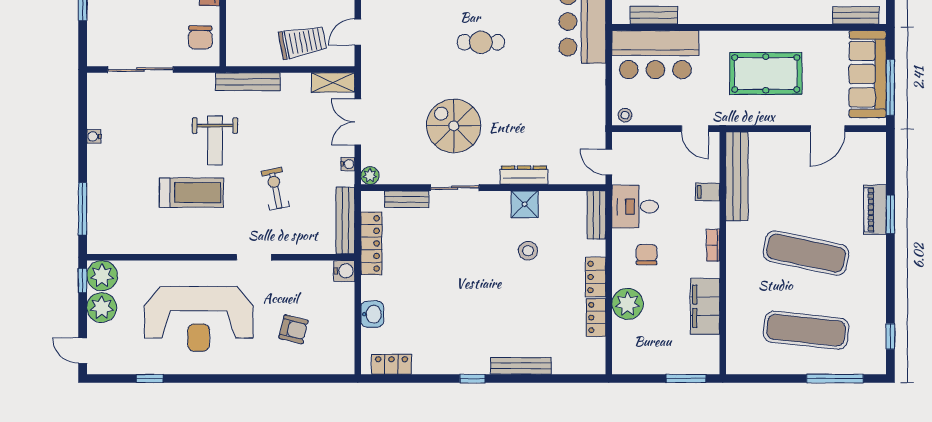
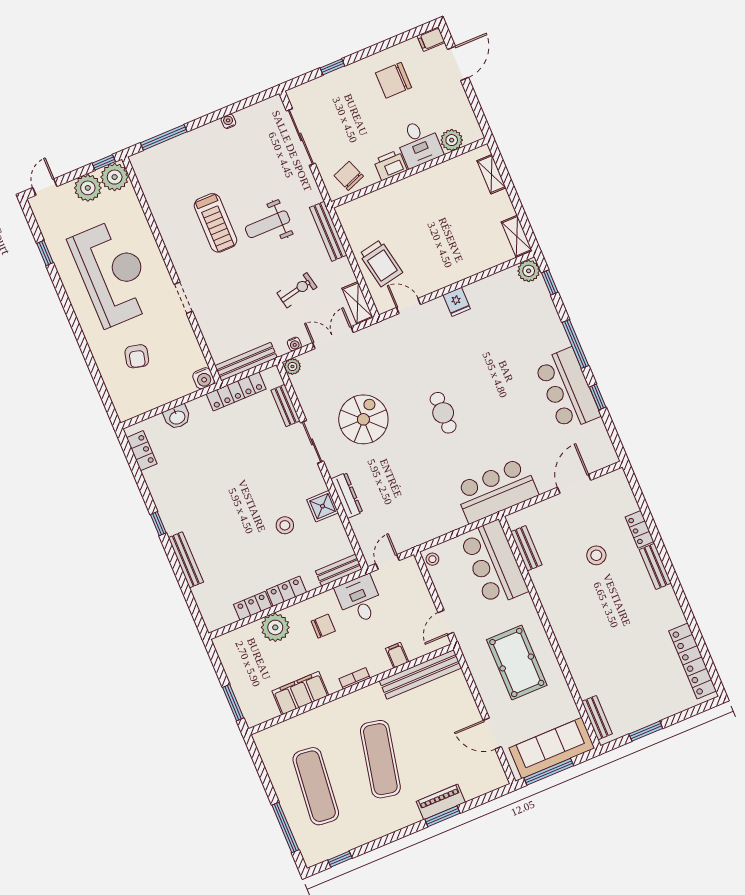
chair: (200, 37) -> (349, 176), turned 69
exercise bike: (275, 189) -> (297, 290), moved
reception desk: (199, 319) -> (112, 273), turned 180

